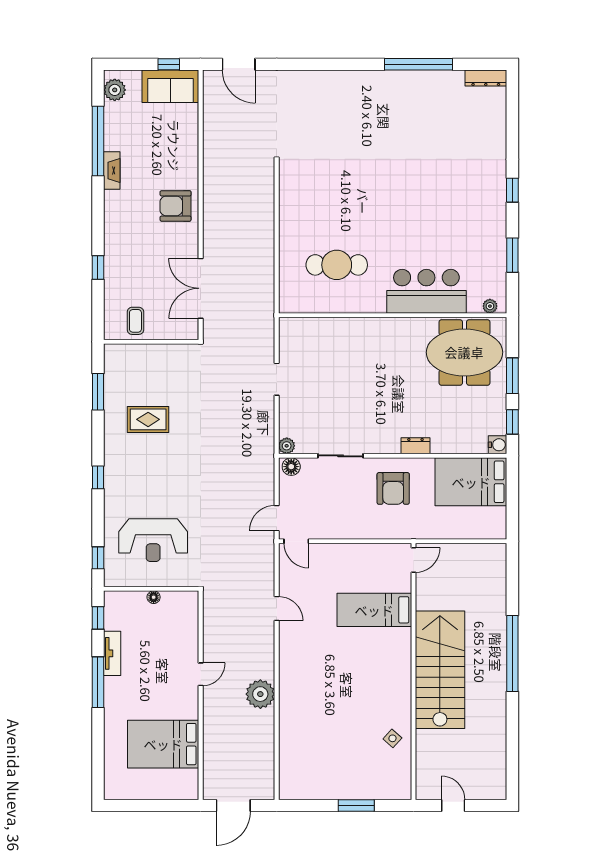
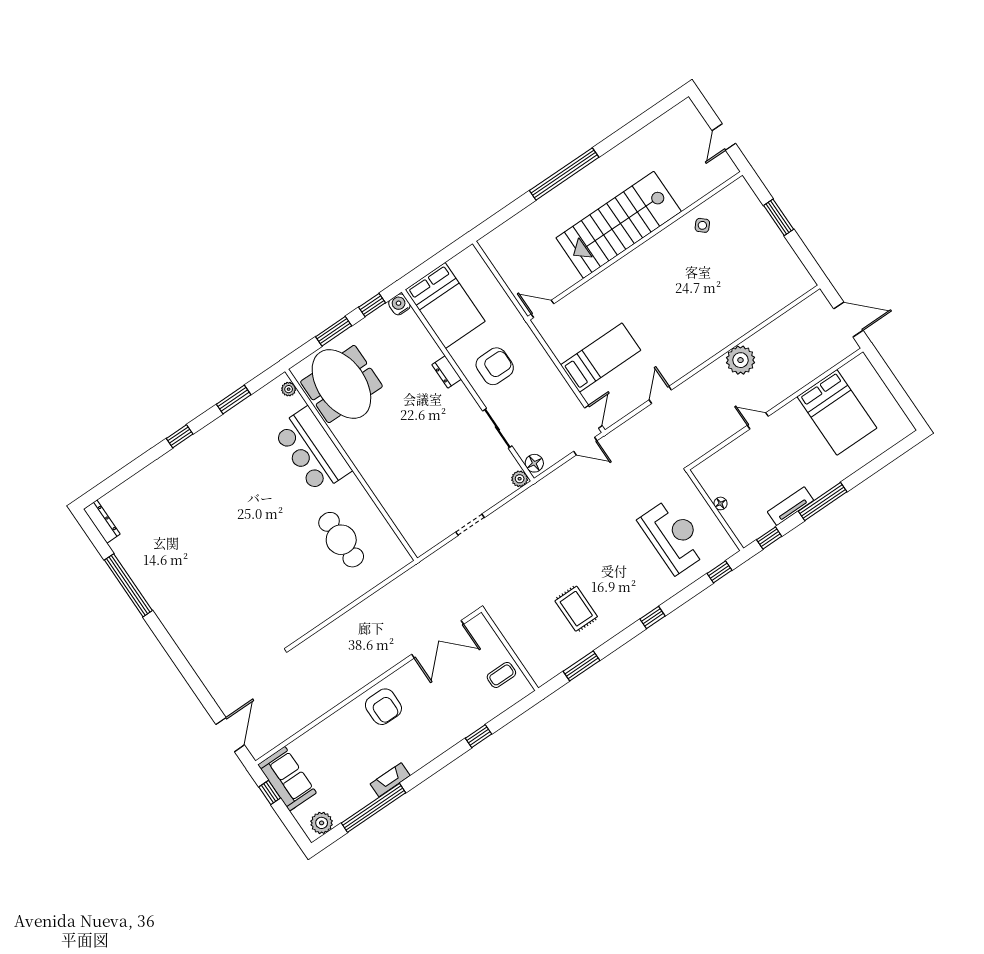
bed: (374, 610) -> (601, 358), moved, turned -90

